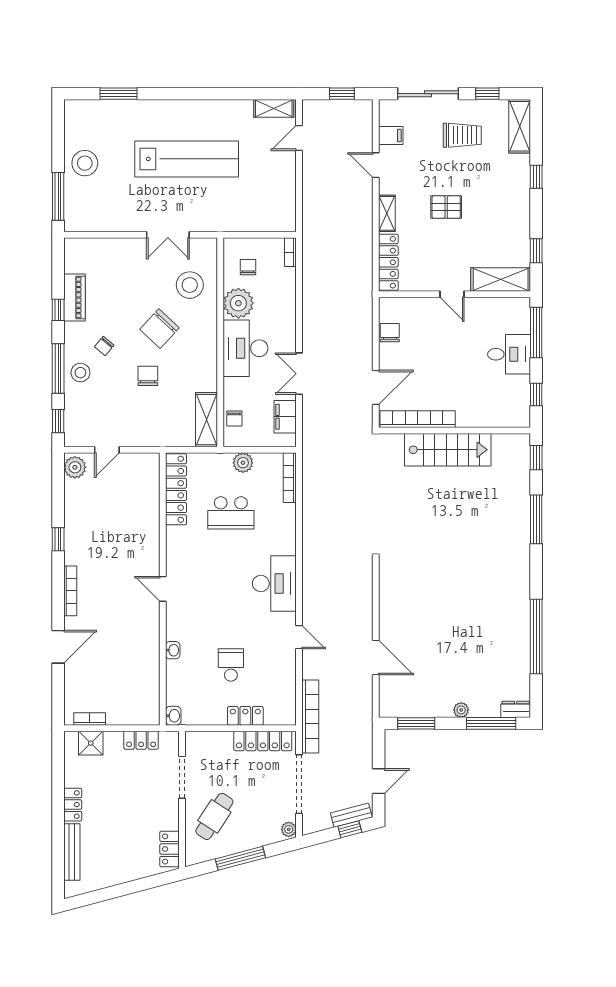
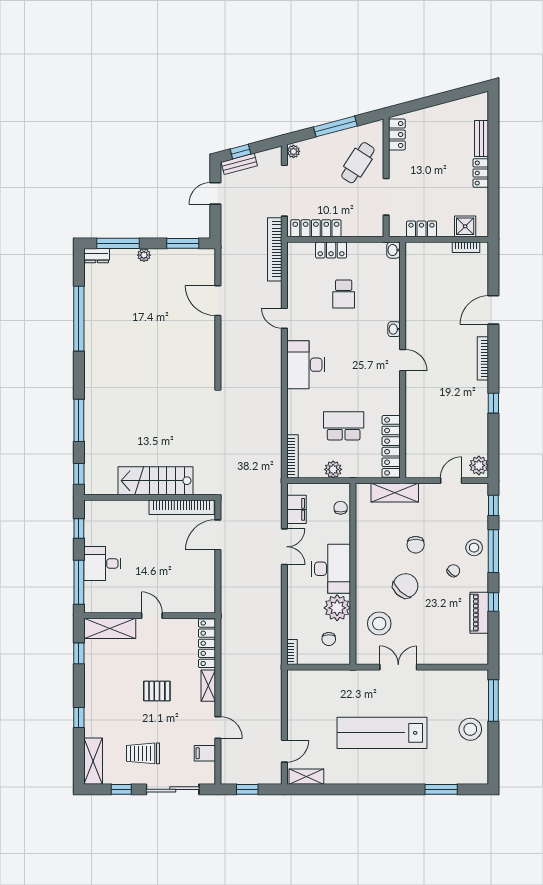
chair: (390, 333) -> (206, 582), removed
shelving: (207, 420) -> (395, 493), moved, turned 90
washbasin: (173, 650) -> (394, 329), moved
bench: (72, 852) -> (482, 138), width x0.73

